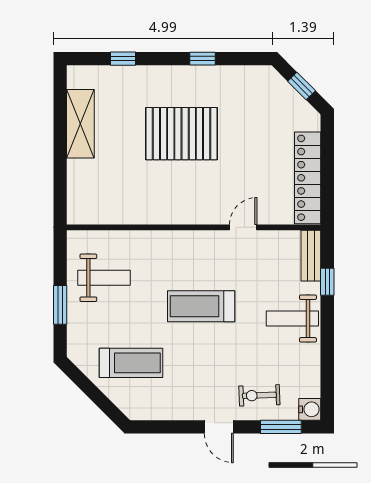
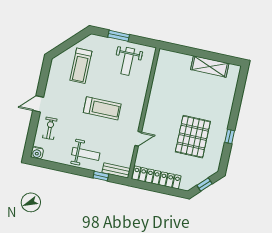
window: (123, 59) -> (238, 96), removed
pallet: (182, 134) -> (193, 137), moved
door: (243, 227) -> (138, 139), hinge flipped
treadmill: (201, 306) -> (102, 108), turned 90
weight bench: (292, 319) -> (86, 154), turned 90
window: (281, 427) -> (31, 136), removed

